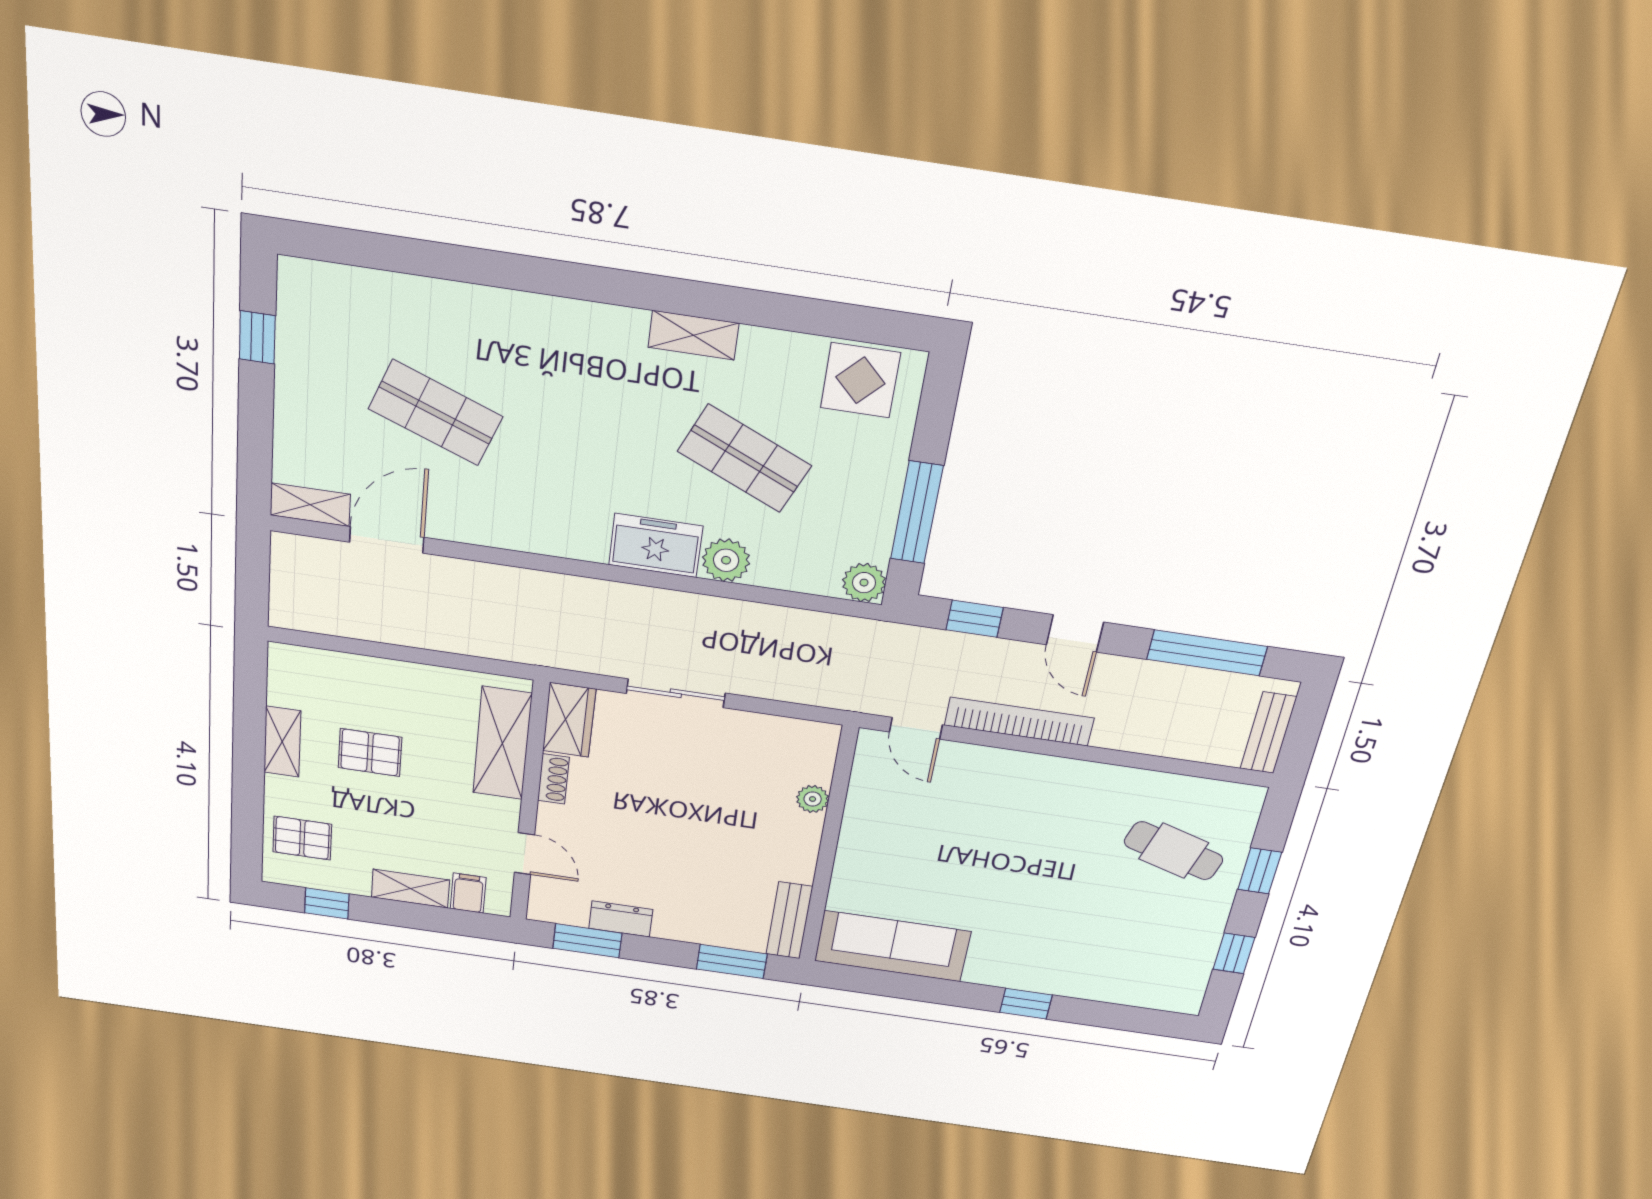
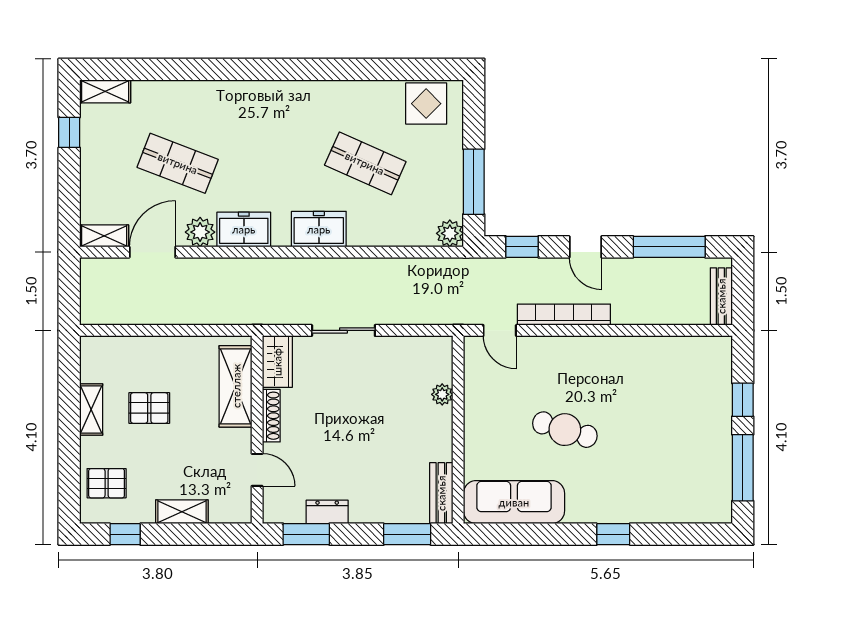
shelving: (693, 335) -> (105, 91), moved
freezer: (535, 528) -> (244, 229), added
plant: (726, 560) -> (200, 232), moved
shoe rack: (553, 779) -> (271, 416), width x1.43
cafe table: (1174, 851) -> (565, 430), moved
filing cabinet: (468, 893) -> (222, 509), removed
window: (1234, 953) -> (743, 468), width x2.17

